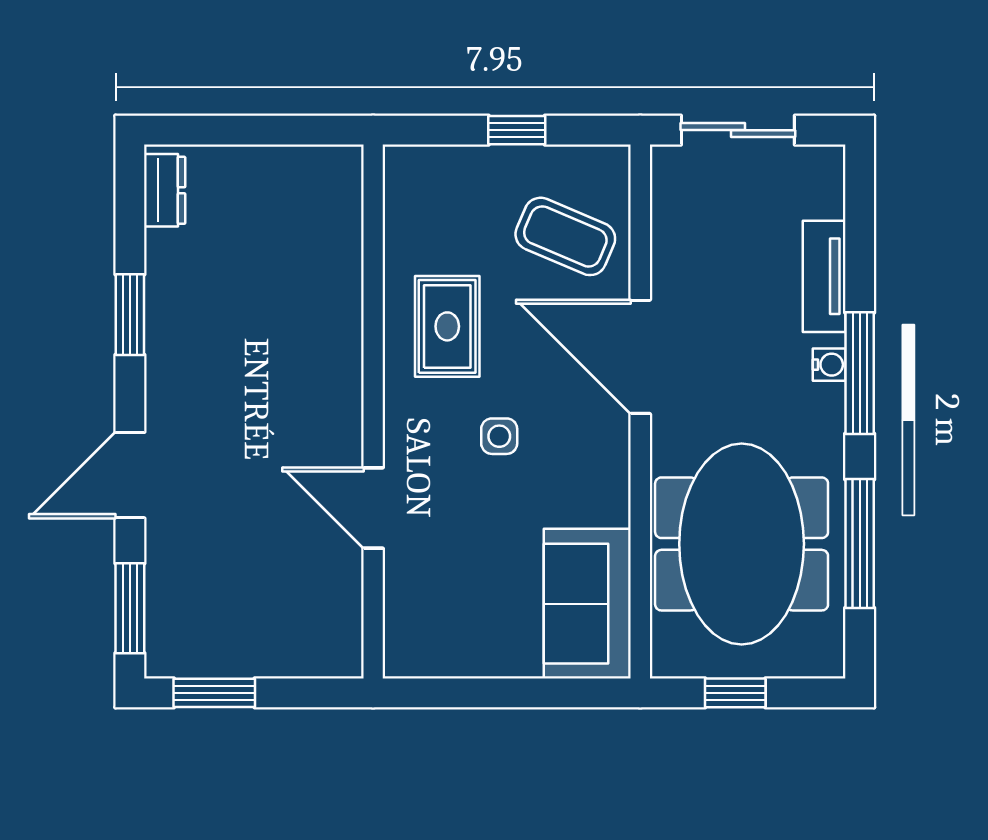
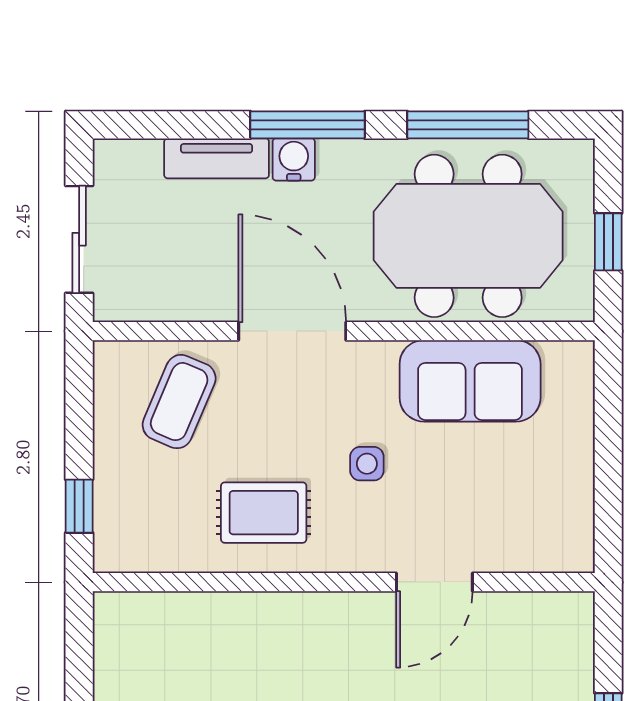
window: (517, 130) -> (79, 506), moved
door: (640, 357) -> (292, 331), swing flipped
water cooler: (829, 365) -> (294, 159), width x1.38, depth x1.38
sofa: (587, 604) -> (470, 381), moved

